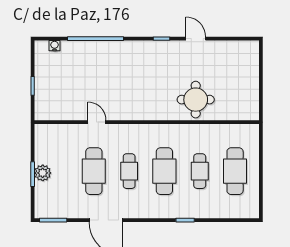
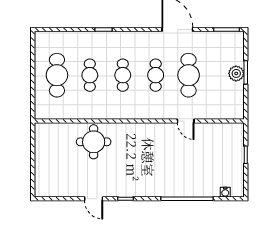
cafe table: (164, 171) -> (123, 75), width x0.73, depth x0.74

